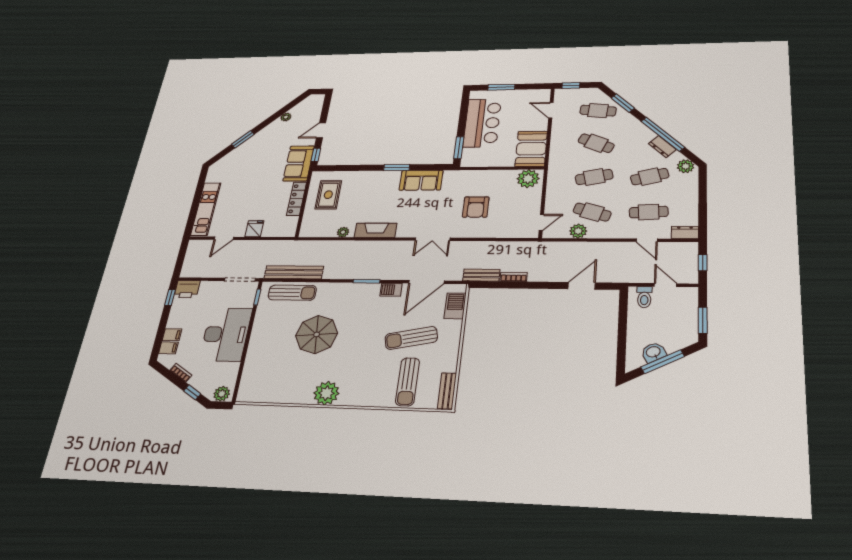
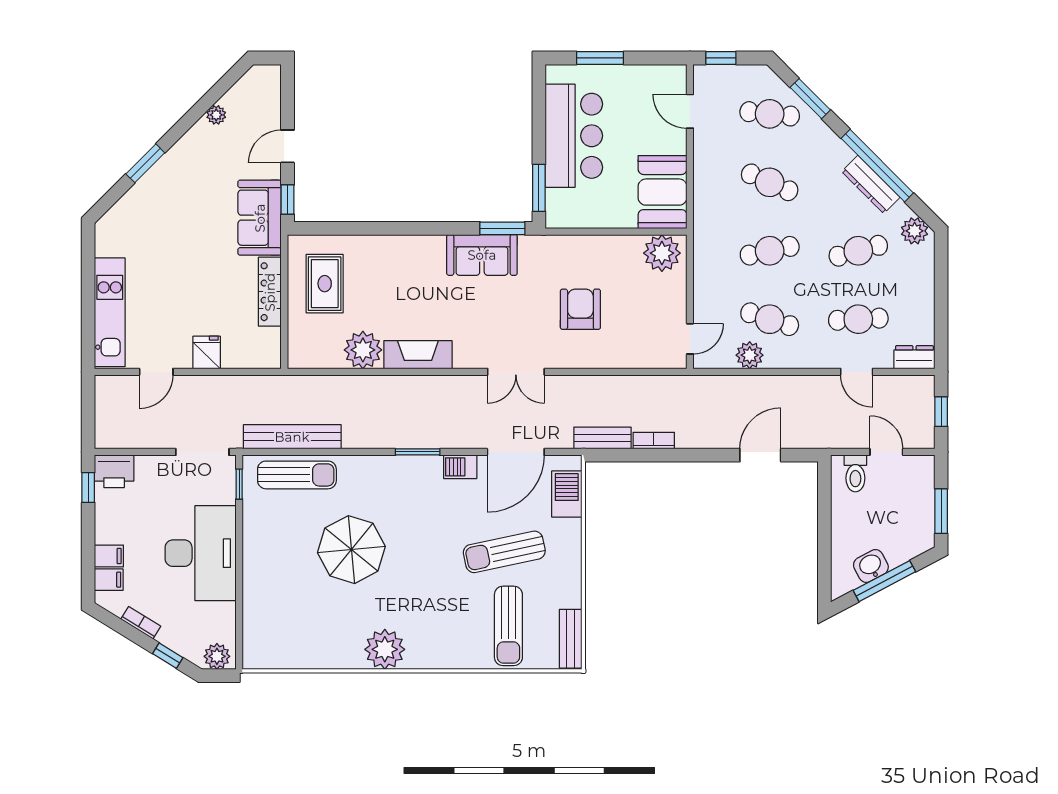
dresser: (662, 147) -> (871, 184), width x1.44
window: (397, 168) -> (502, 228), moved
armchair: (476, 207) -> (580, 309), turned 180
plant: (343, 232) -> (363, 350), width x1.87, depth x1.87

